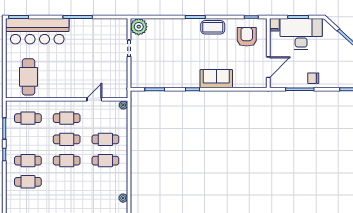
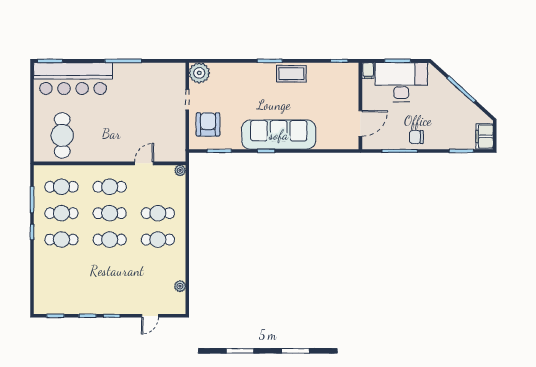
armchair: (247, 37) -> (208, 124), moved
sofa: (216, 79) -> (279, 135), width x1.85, depth x1.27
cafe table: (28, 182) -> (61, 213), moved

